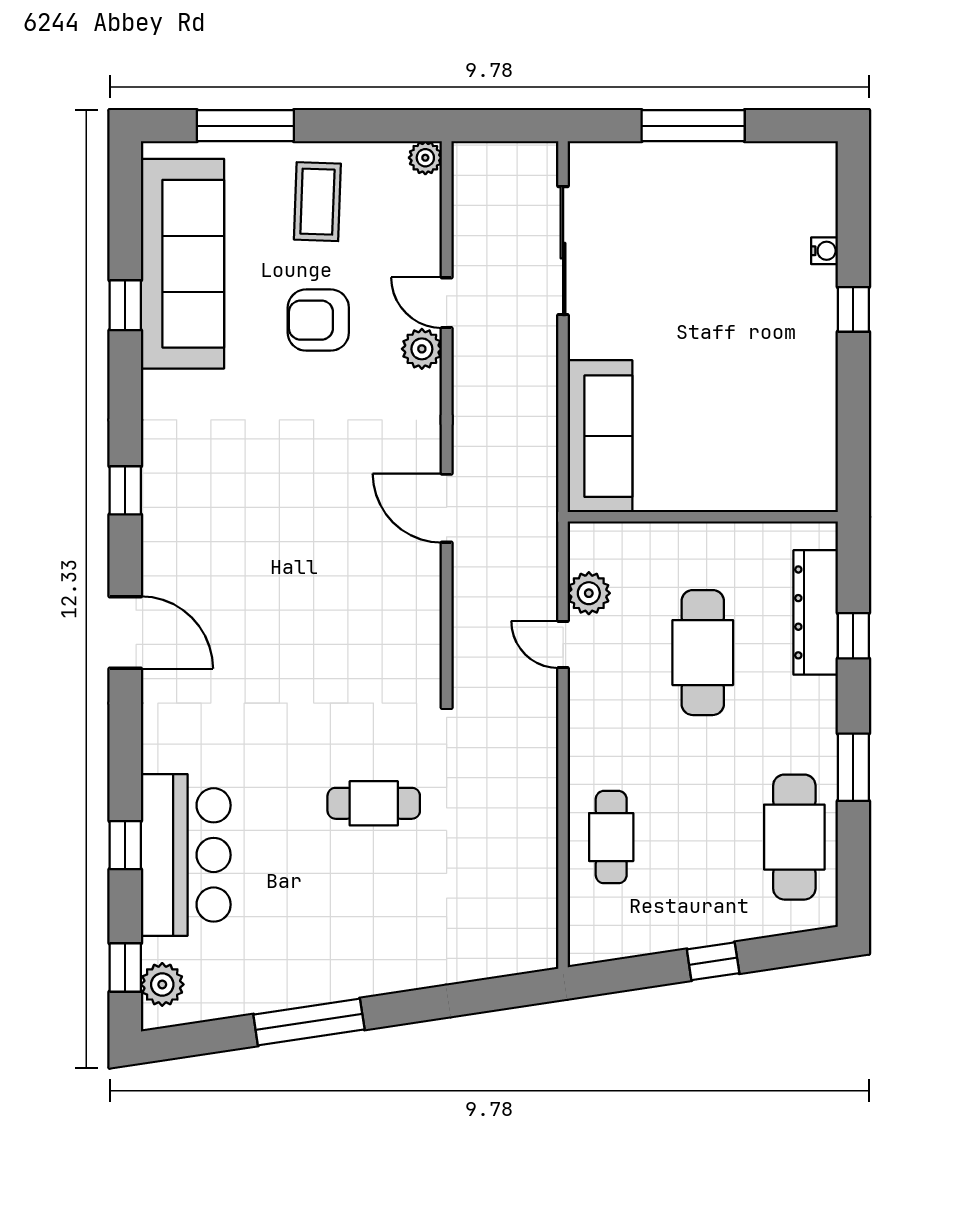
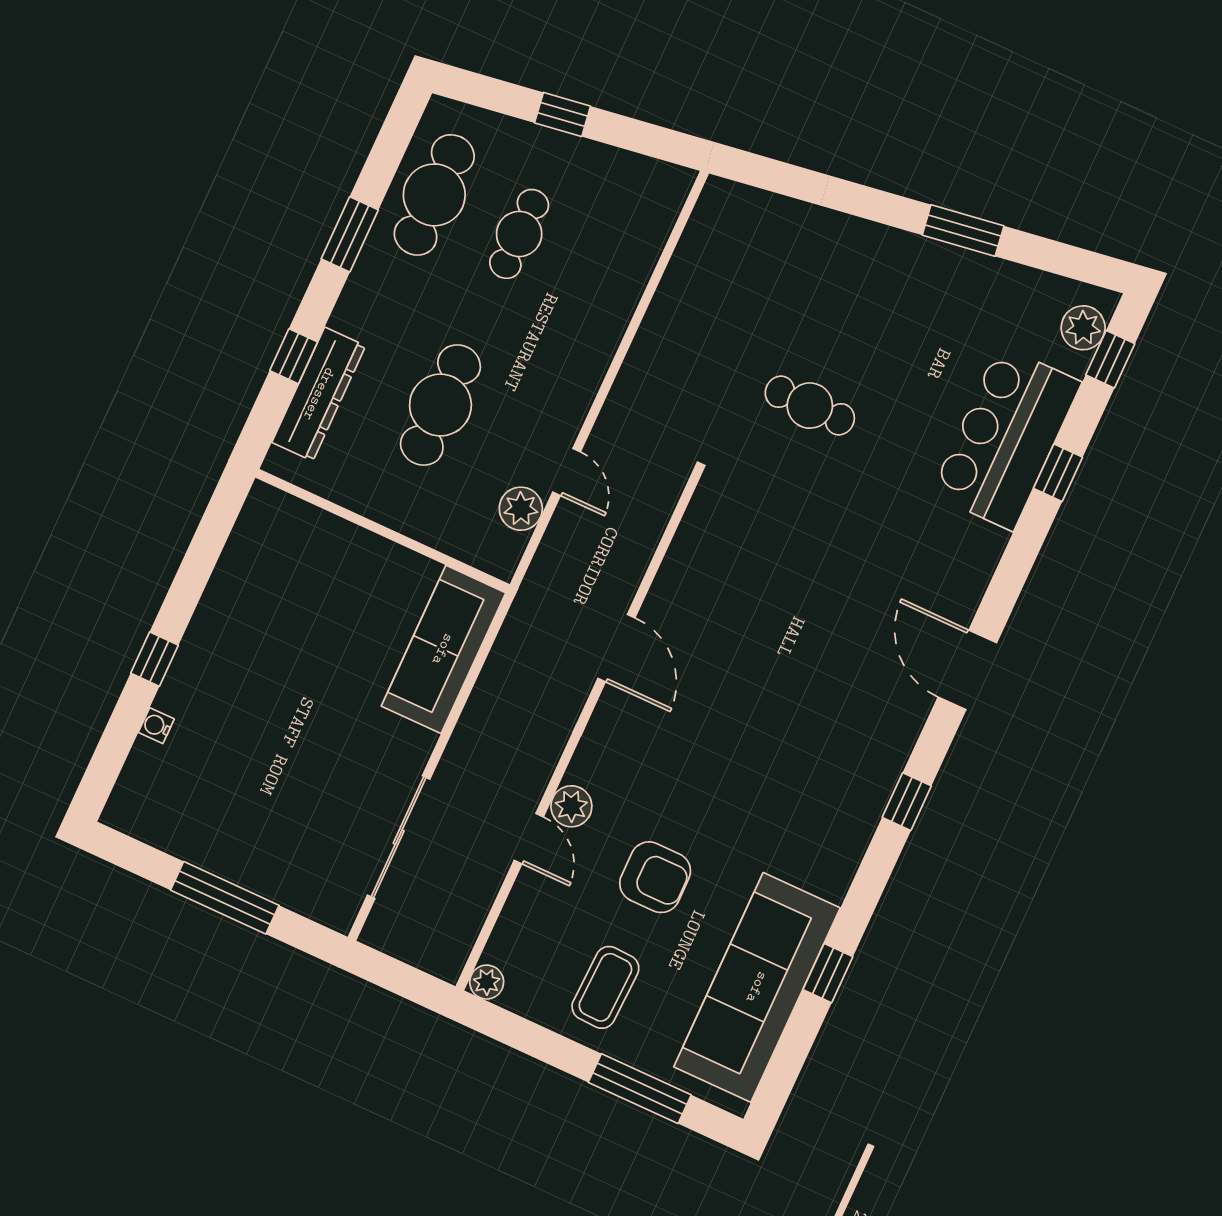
cafe table: (611, 837) -> (519, 234), moved
window: (309, 1022) -> (963, 230), width x0.69

